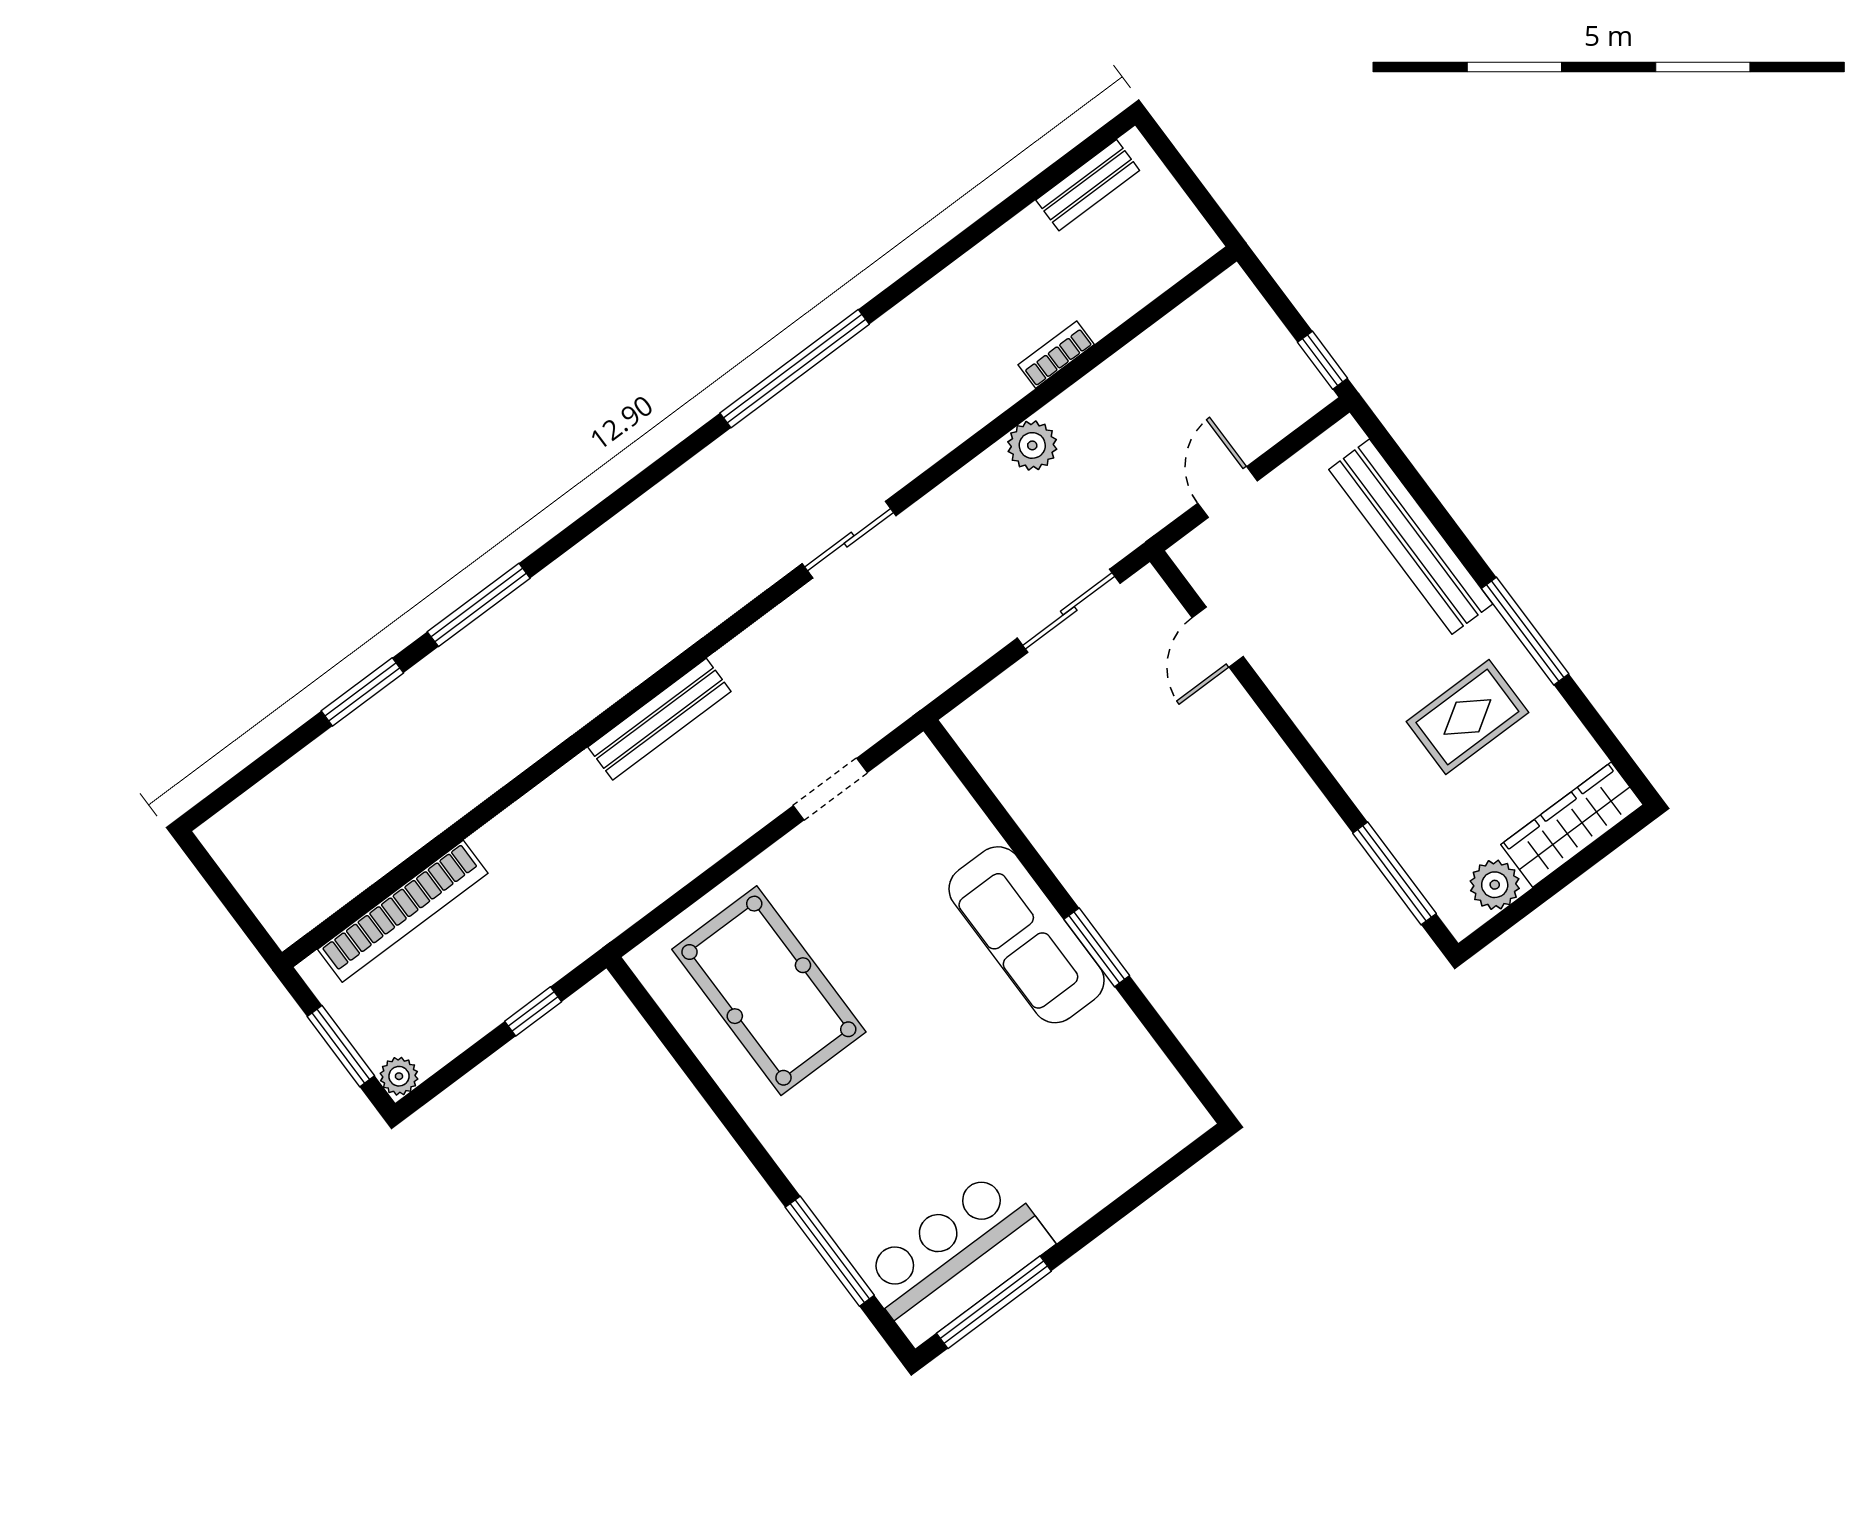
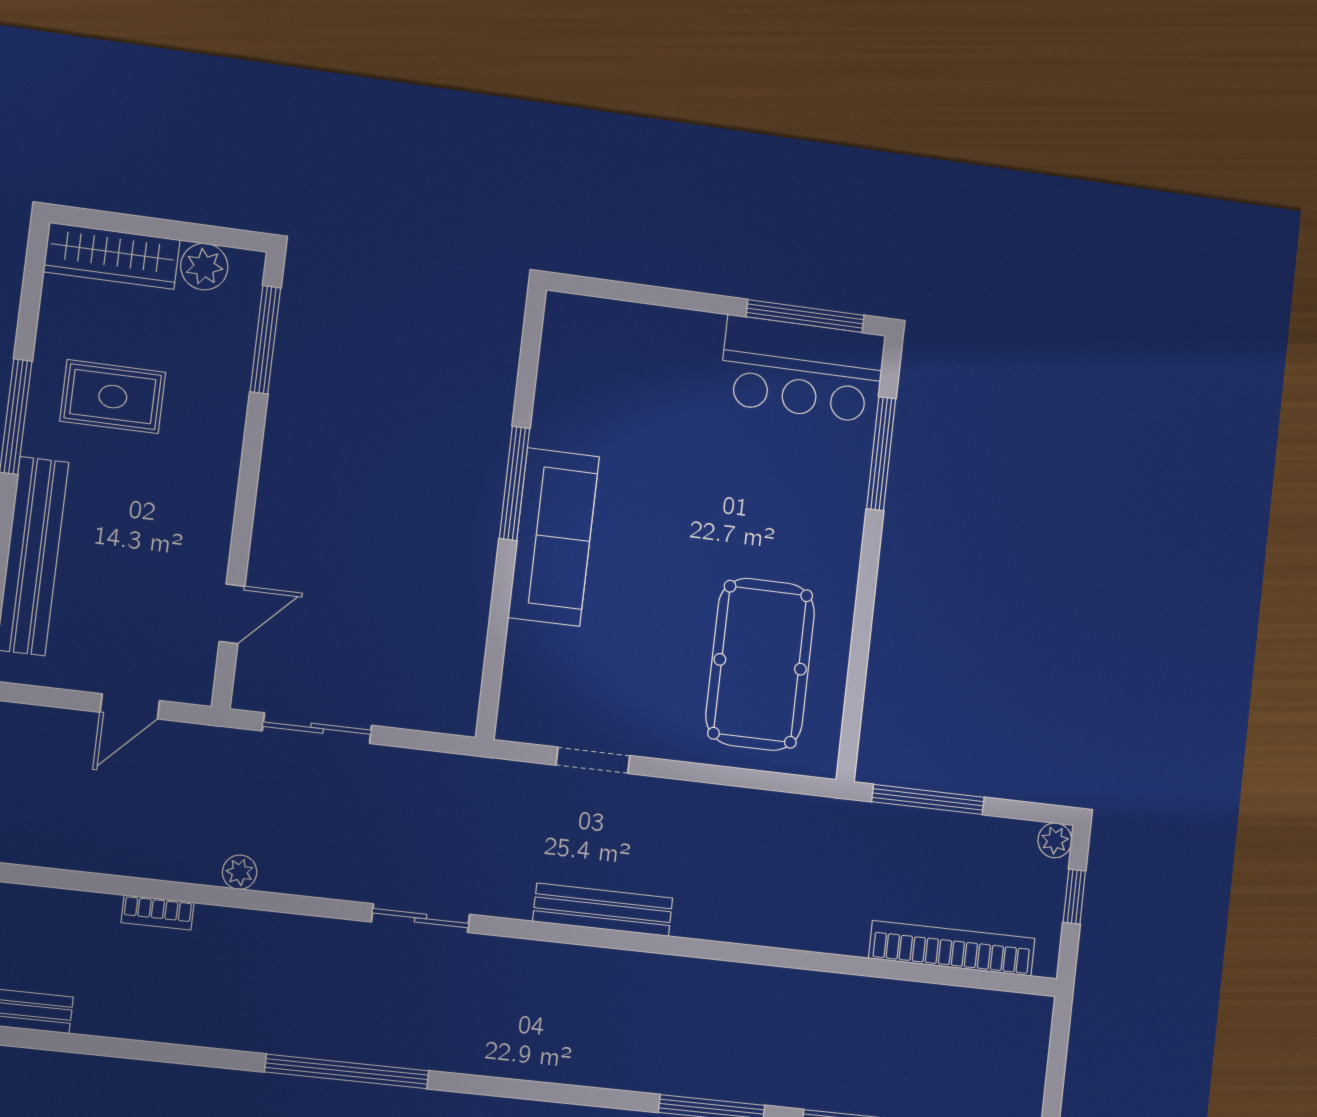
plant: (1032, 445) -> (240, 872), width x0.73, depth x0.73
bench: (659, 719) -> (603, 910), moved
window: (1097, 947) -> (514, 483), width x1.44
window: (533, 1011) -> (928, 799), width x2.17
window: (341, 1046) -> (1074, 897), width x0.67

